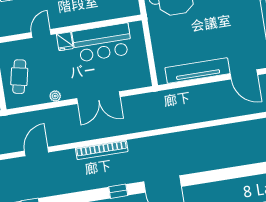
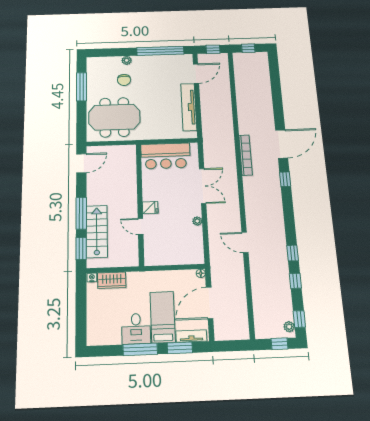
bar counter: (102, 43) -> (166, 156), moved, turned 90
cafe table: (19, 77) -> (176, 249), removed
bookcase: (102, 150) -> (246, 155), moved

